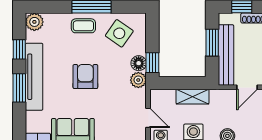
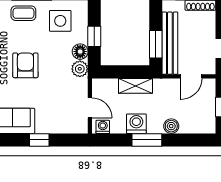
side table: (119, 33) -> (60, 21), turned -35
window: (212, 43) -> (156, 44), moved
window: (152, 63) -> (94, 36), moved

